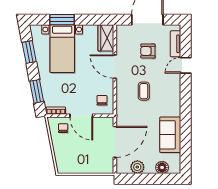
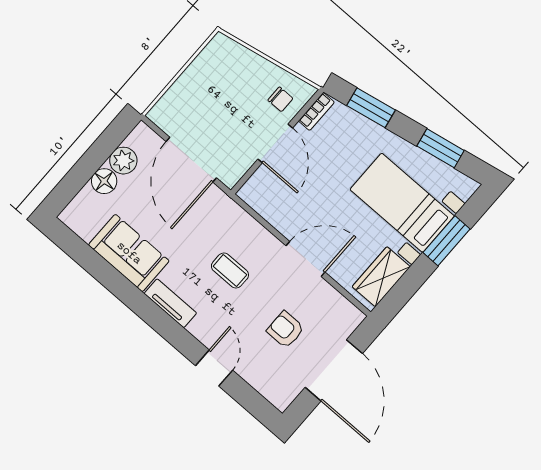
wardrobe: (106, 38) -> (381, 277), moved, turned -90
tv unit: (175, 44) -> (170, 303), moved
armchair: (148, 51) -> (286, 330), turned -90
chair: (102, 100) -> (271, 195), removed
door: (81, 116) -> (275, 143), swing flipped
floor lamp: (162, 167) -> (104, 181), moved

